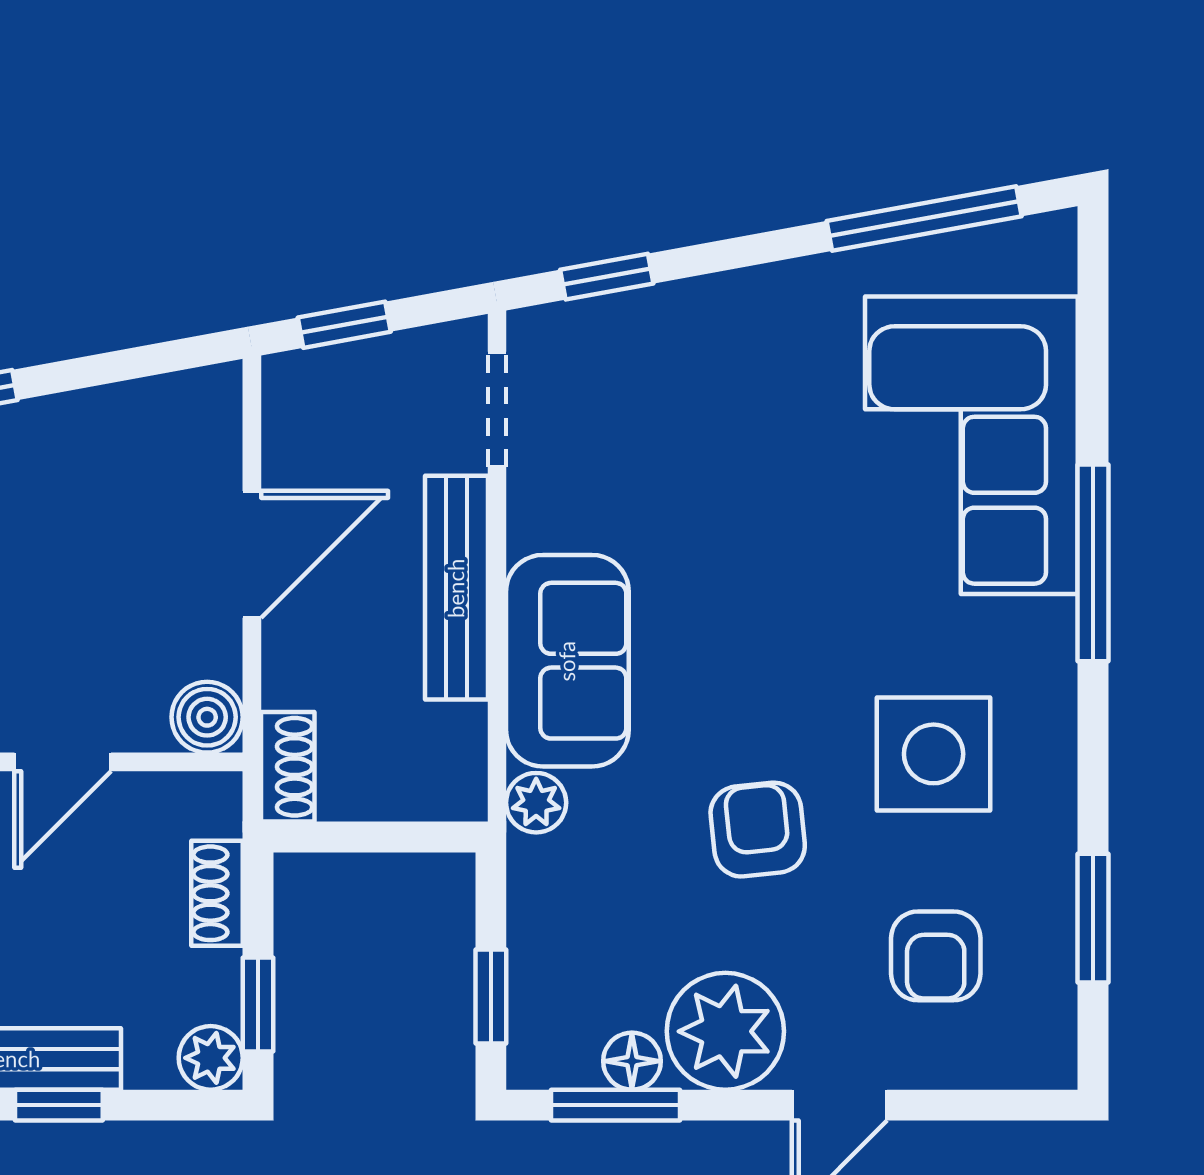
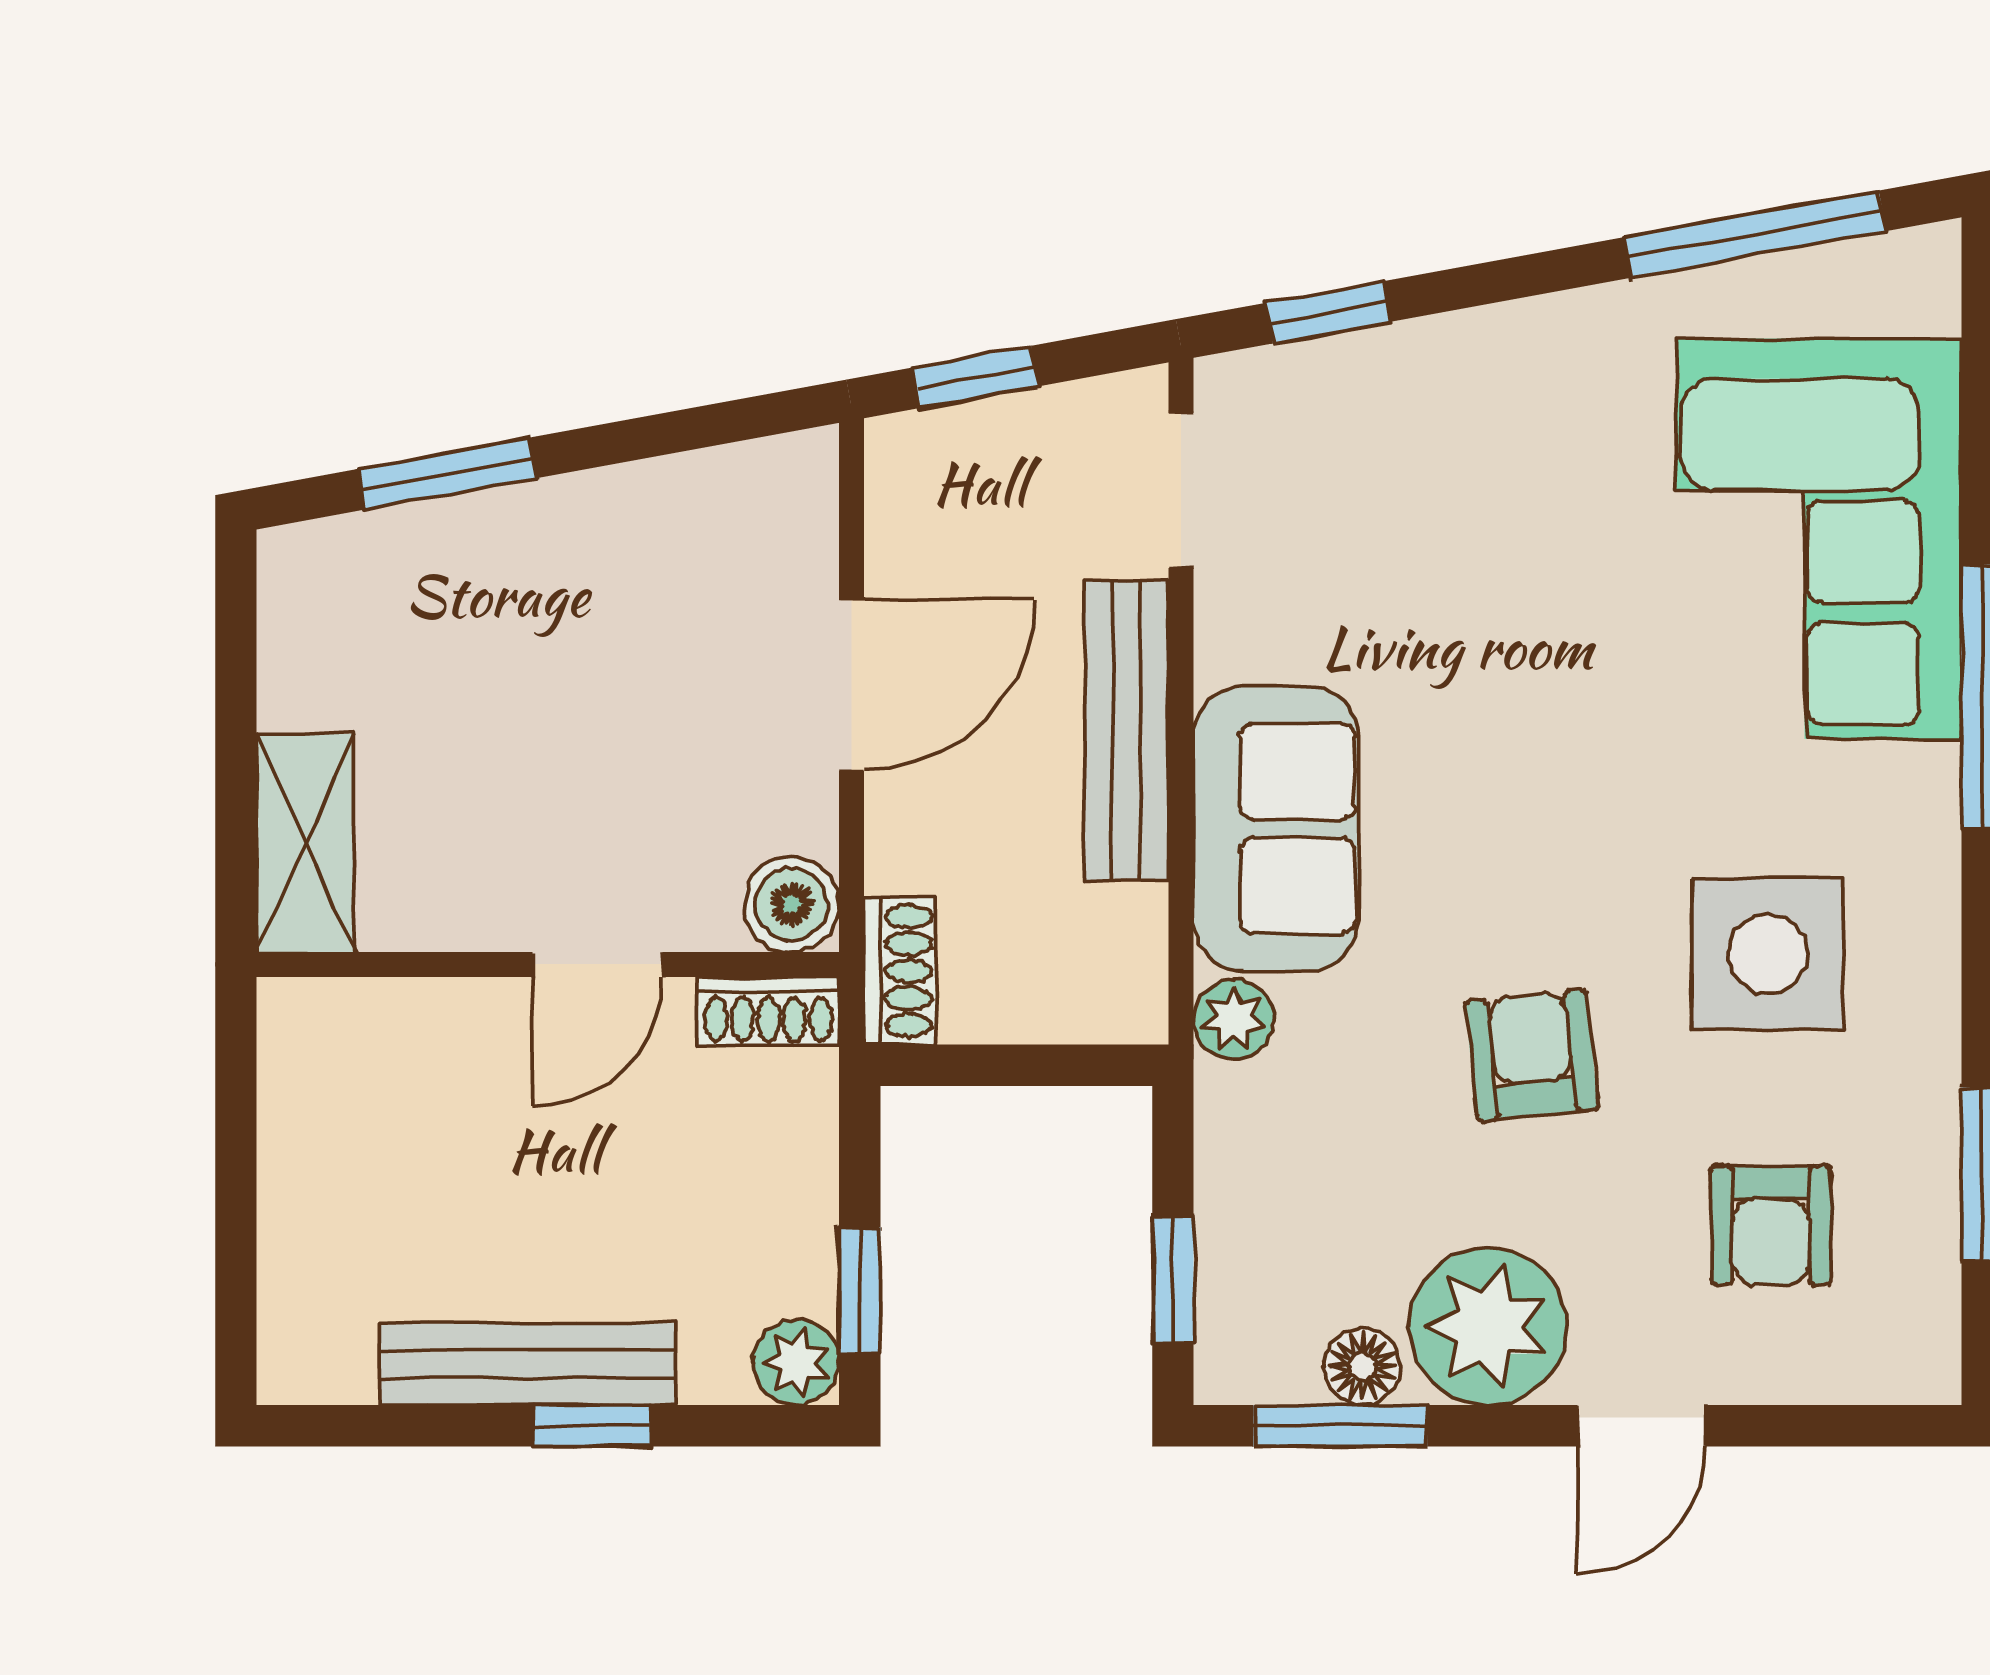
shoe rack: (217, 893) -> (768, 1011), moved, turned -90

